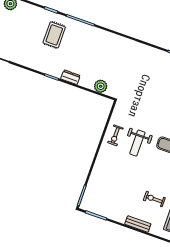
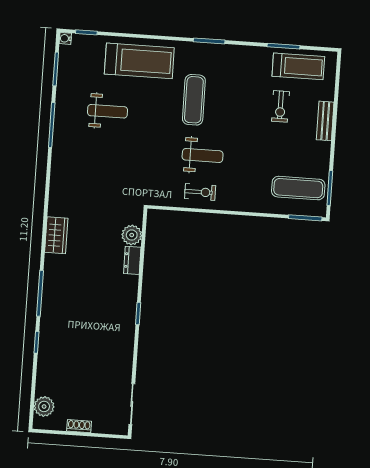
rug: (54, 35) -> (73, 327), removed
wardrobe: (113, 40) -> (56, 235), added
dresser: (70, 77) -> (132, 260), moved
exercise mat: (101, 196) -> (298, 188), added

